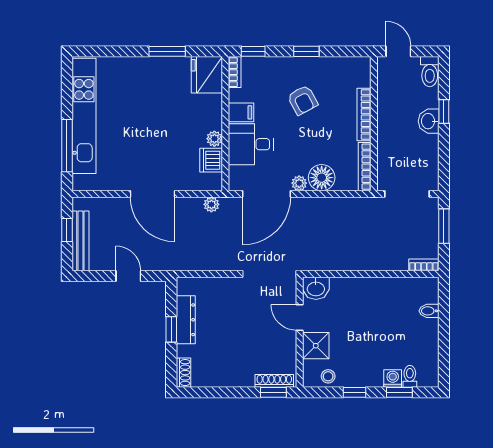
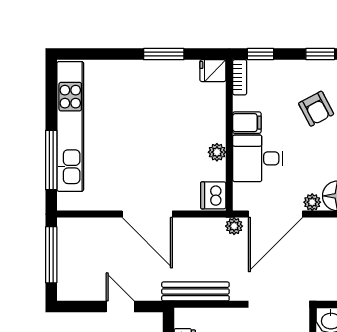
fridge: (207, 75) -> (213, 71), width x0.53, depth x0.75
dishwasher: (211, 160) -> (213, 195), moved
plant: (211, 204) -> (234, 226), moved
window: (67, 230) -> (51, 255), width x2.17
bench: (80, 241) -> (195, 291), moved, turned 90

